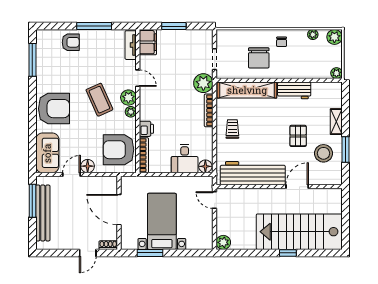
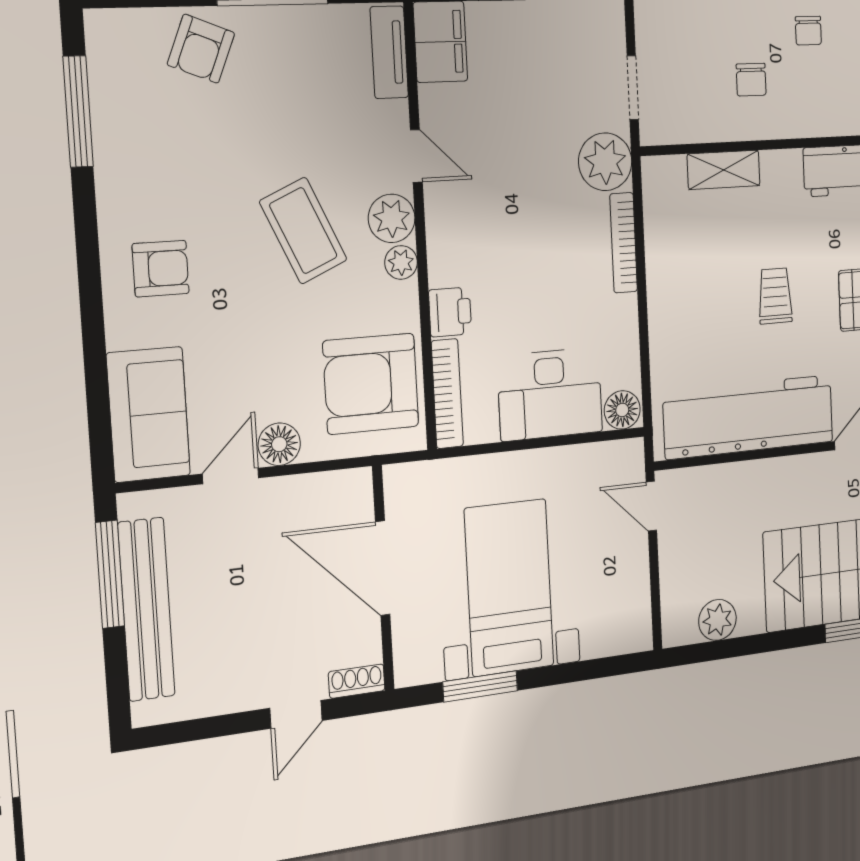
armchair: (71, 42) -> (201, 49), turned 112
chair: (259, 58) -> (751, 80), width x0.54, depth x0.54
shelving: (247, 90) -> (724, 170), width x0.45, depth x0.75
armchair: (54, 109) -> (161, 269), width x0.53, depth x0.53
trolley: (232, 129) -> (775, 296), moved
desk: (185, 159) -> (550, 394), width x1.37
plant: (223, 242) -> (717, 620), moved

